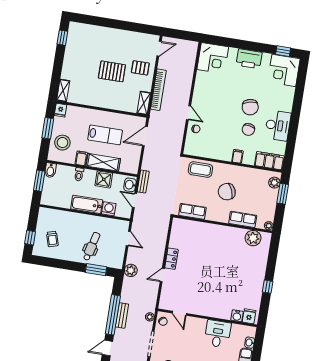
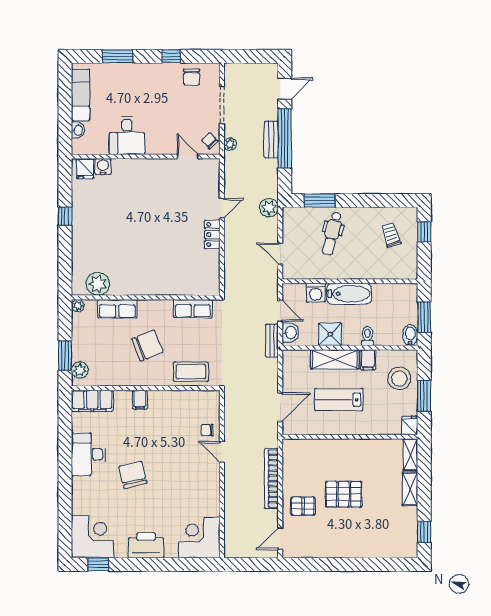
shelving: (144, 103) -> (410, 489), moved
chair: (248, 129) -> (130, 442), removed

